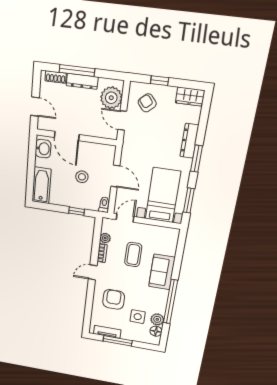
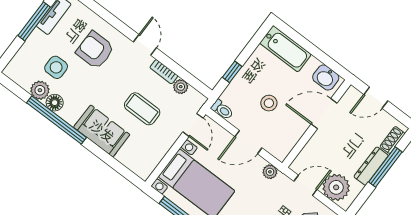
plant: (127, 151) -> (270, 172), added
armchair: (114, 299) -> (95, 50), turned 180
floor lamp: (156, 331) -> (55, 103), moved

